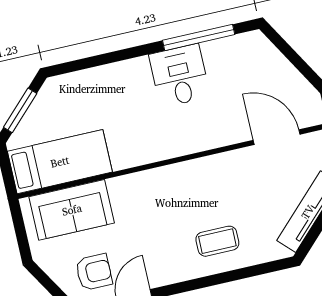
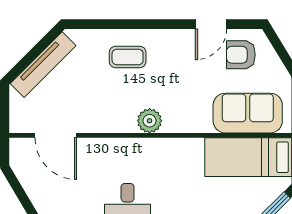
plant: (177, 177) -> (150, 121), added

